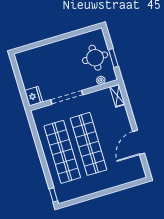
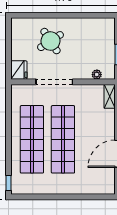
round table: (95, 58) -> (50, 41), moved, turned -33

